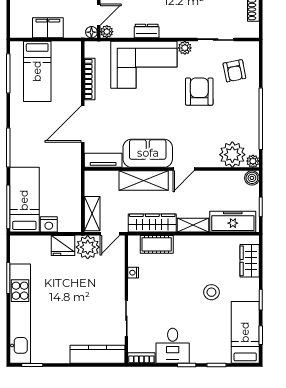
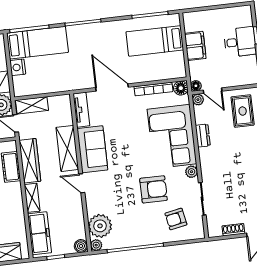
floor lamp: (92, 49) -> (181, 88), added

